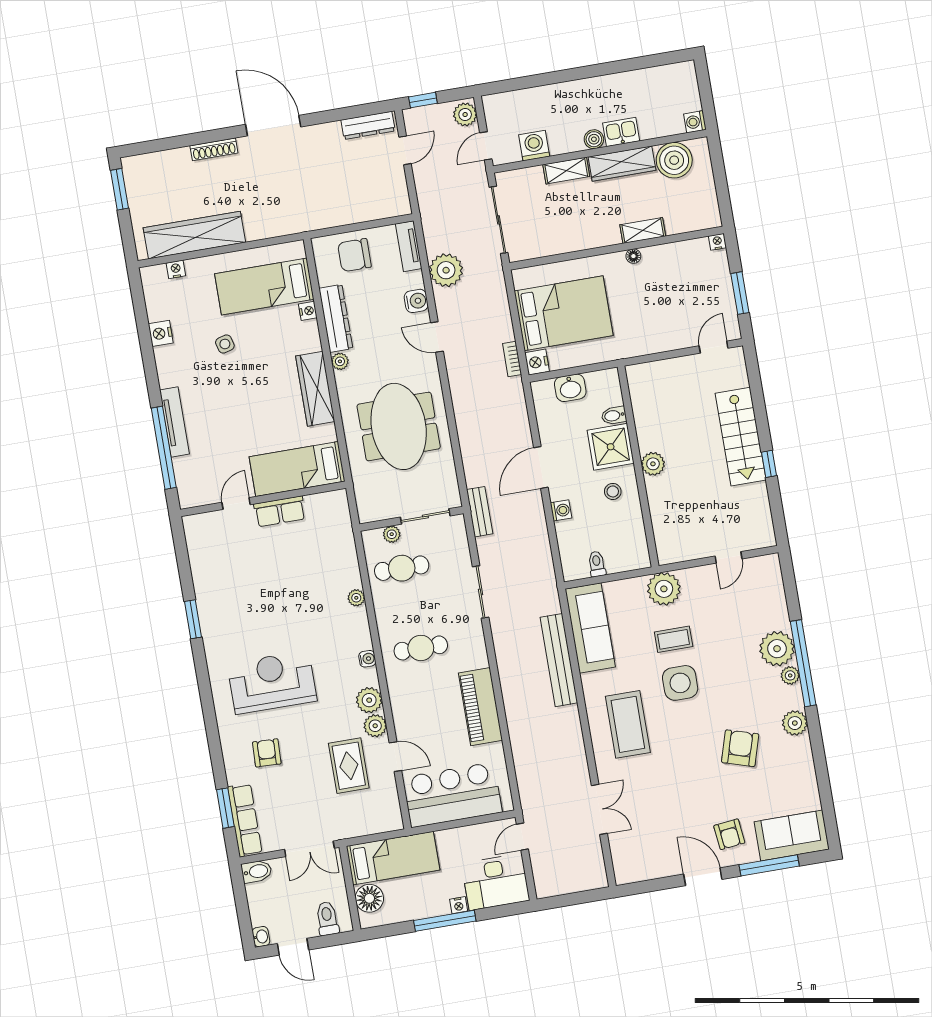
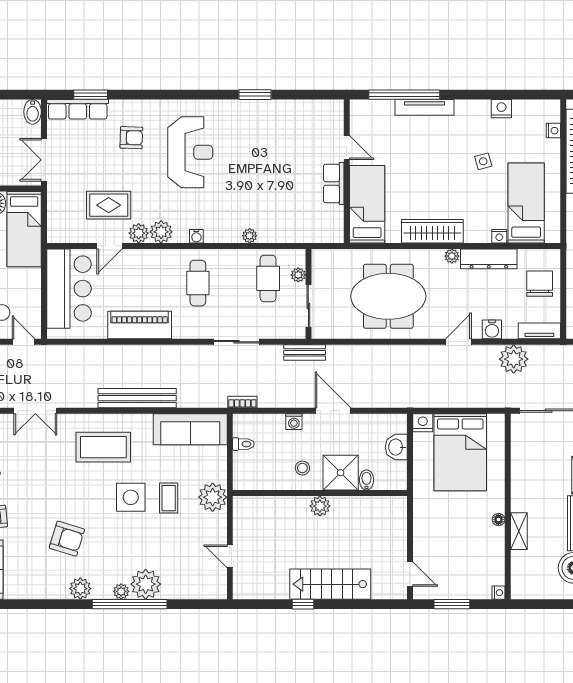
bookcase: (512, 359) -> (242, 402), moved
bench: (559, 660) -> (137, 398), moved

